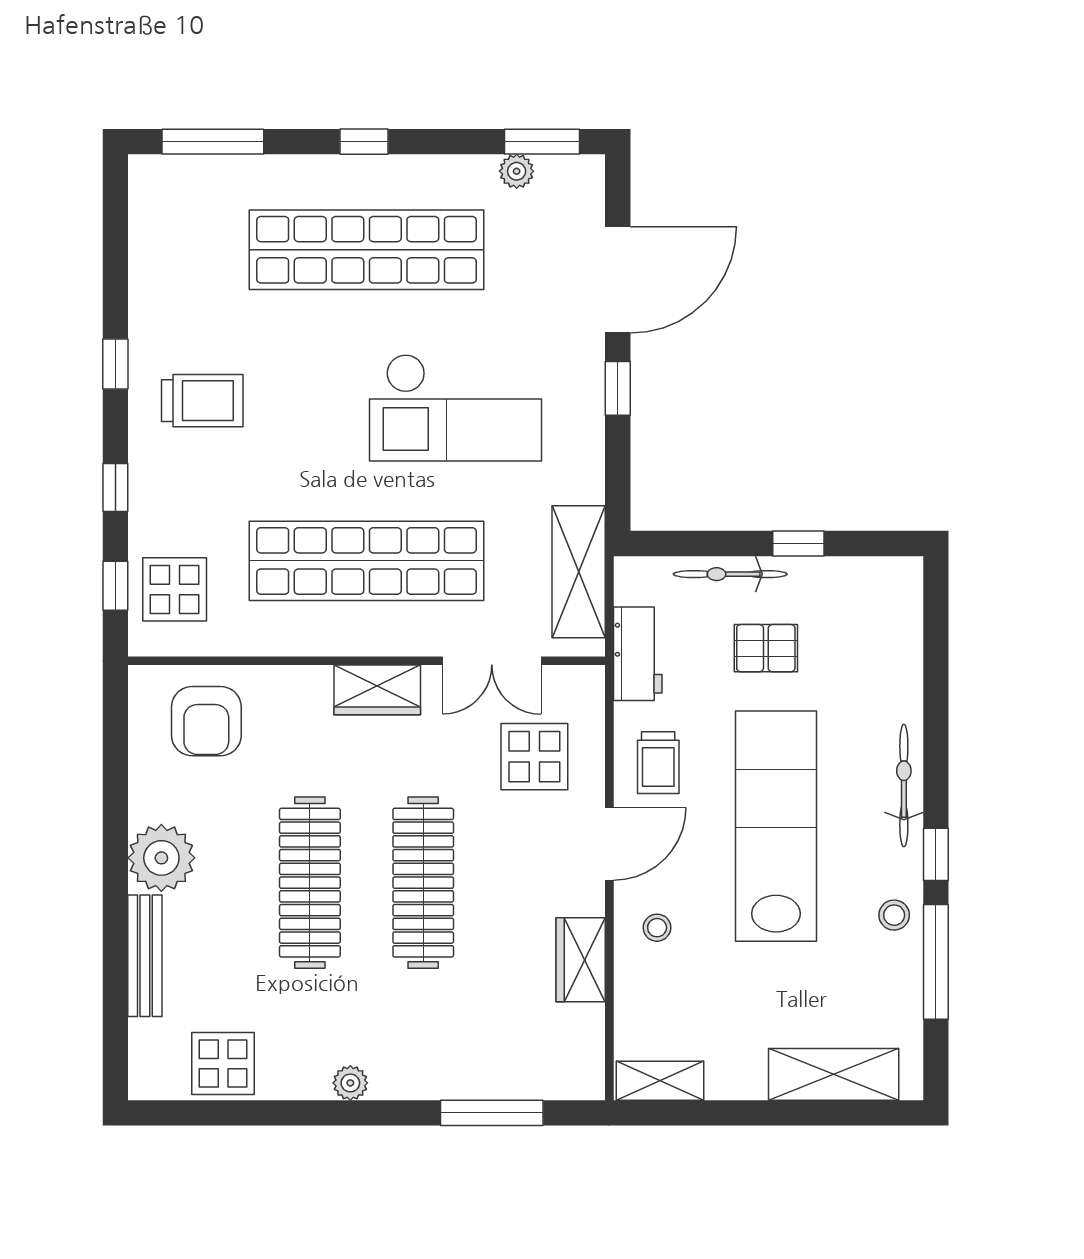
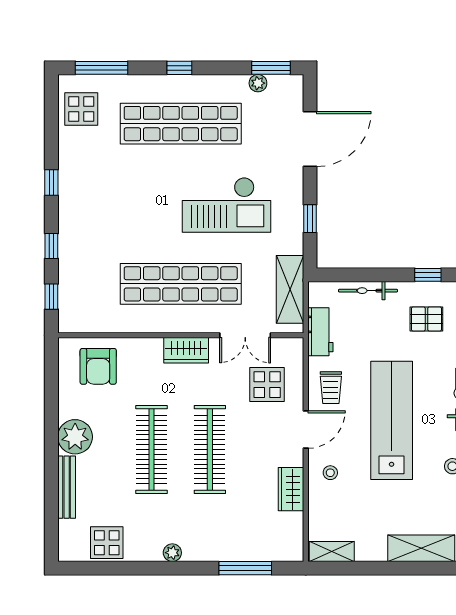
window: (618, 388) -> (310, 219), moved
trolley: (202, 401) -> (96, 201), removed
window: (798, 544) -> (428, 275), moved
display table: (175, 589) -> (81, 109), moved
pallet: (766, 648) -> (426, 319), moved

